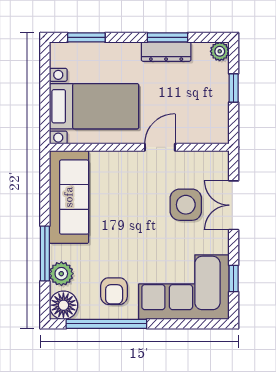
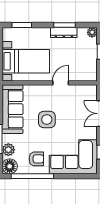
side table: (186, 205) -> (47, 119), moved
armchair: (114, 291) -> (36, 159), turned -90

